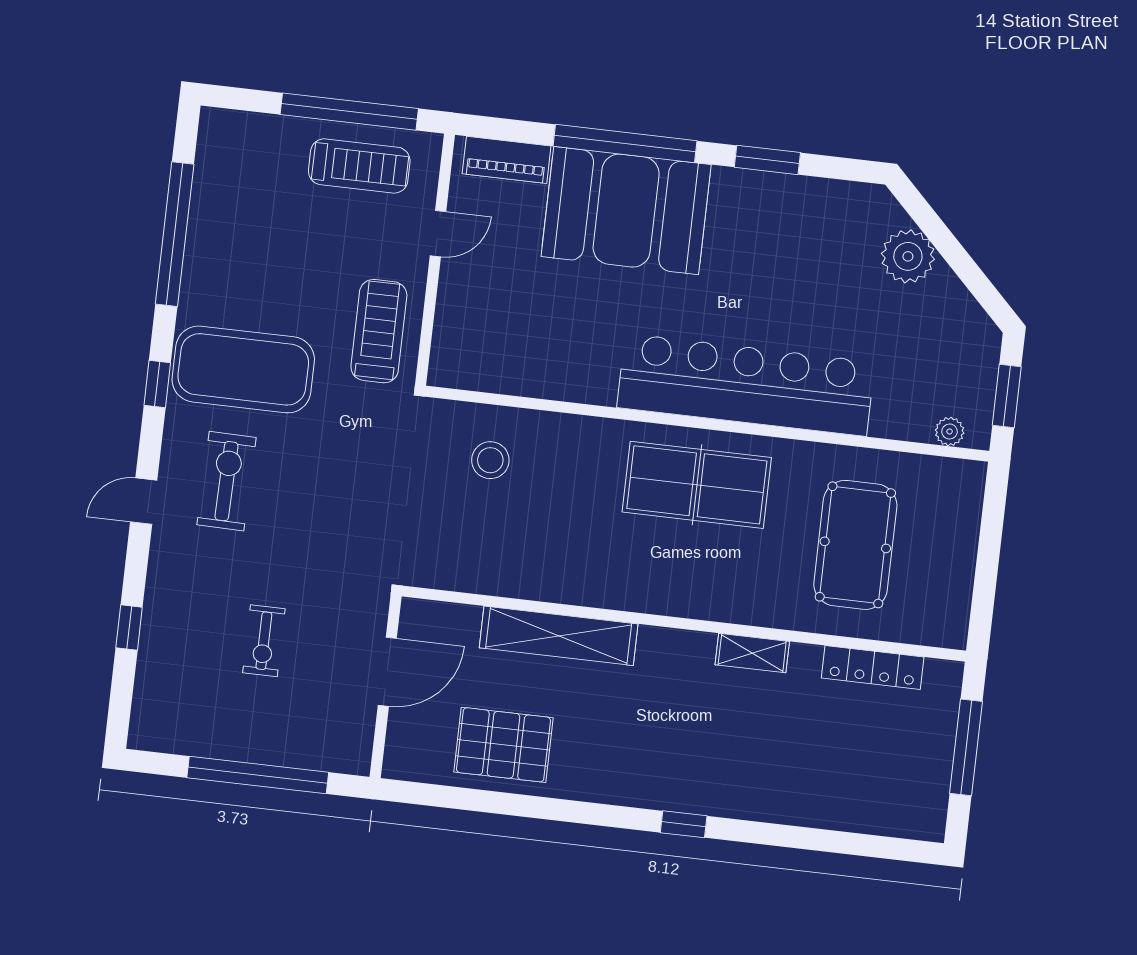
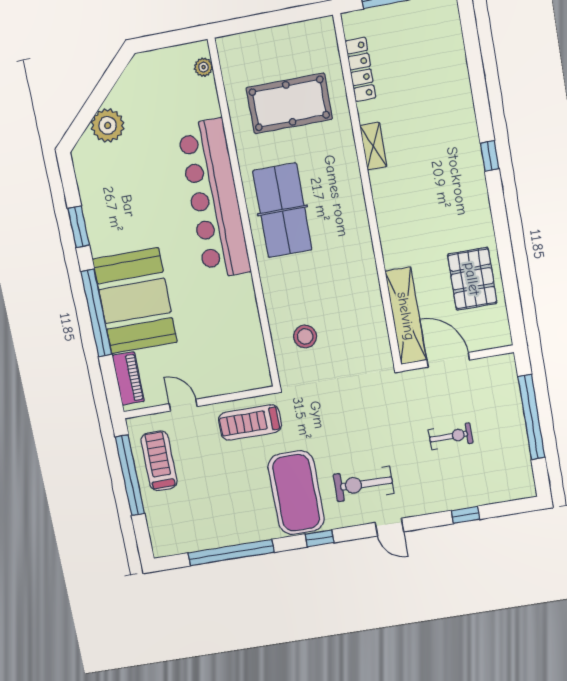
window: (1007, 396) -> (171, 39), removed
shelving: (559, 636) -> (406, 316), moved

